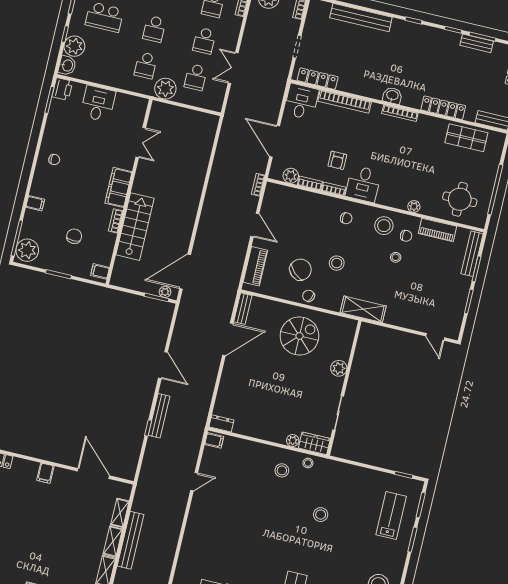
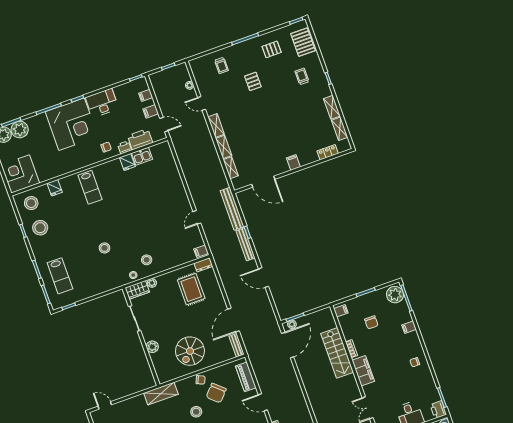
rug: (253, 405) -> (191, 289), added
bench: (131, 540) -> (232, 209), moved

